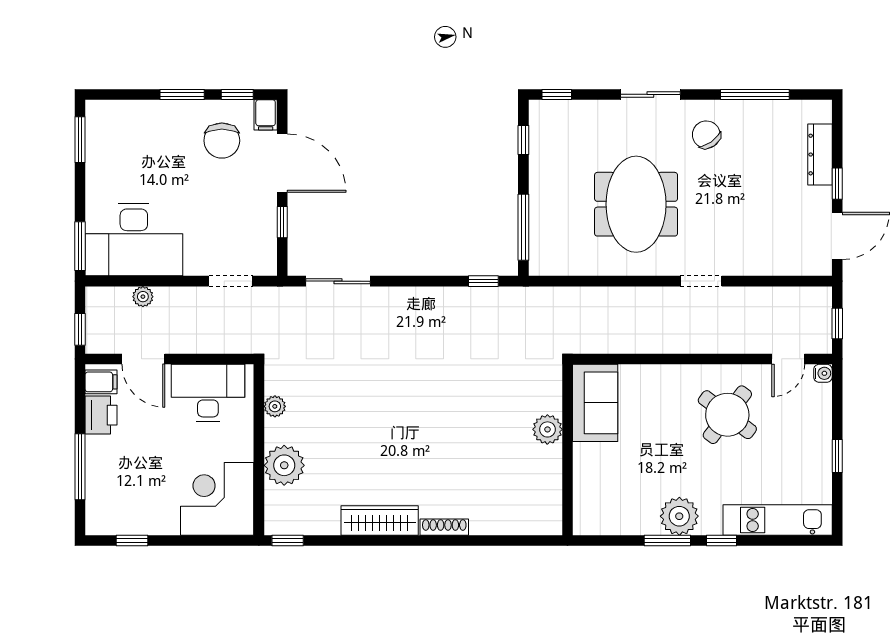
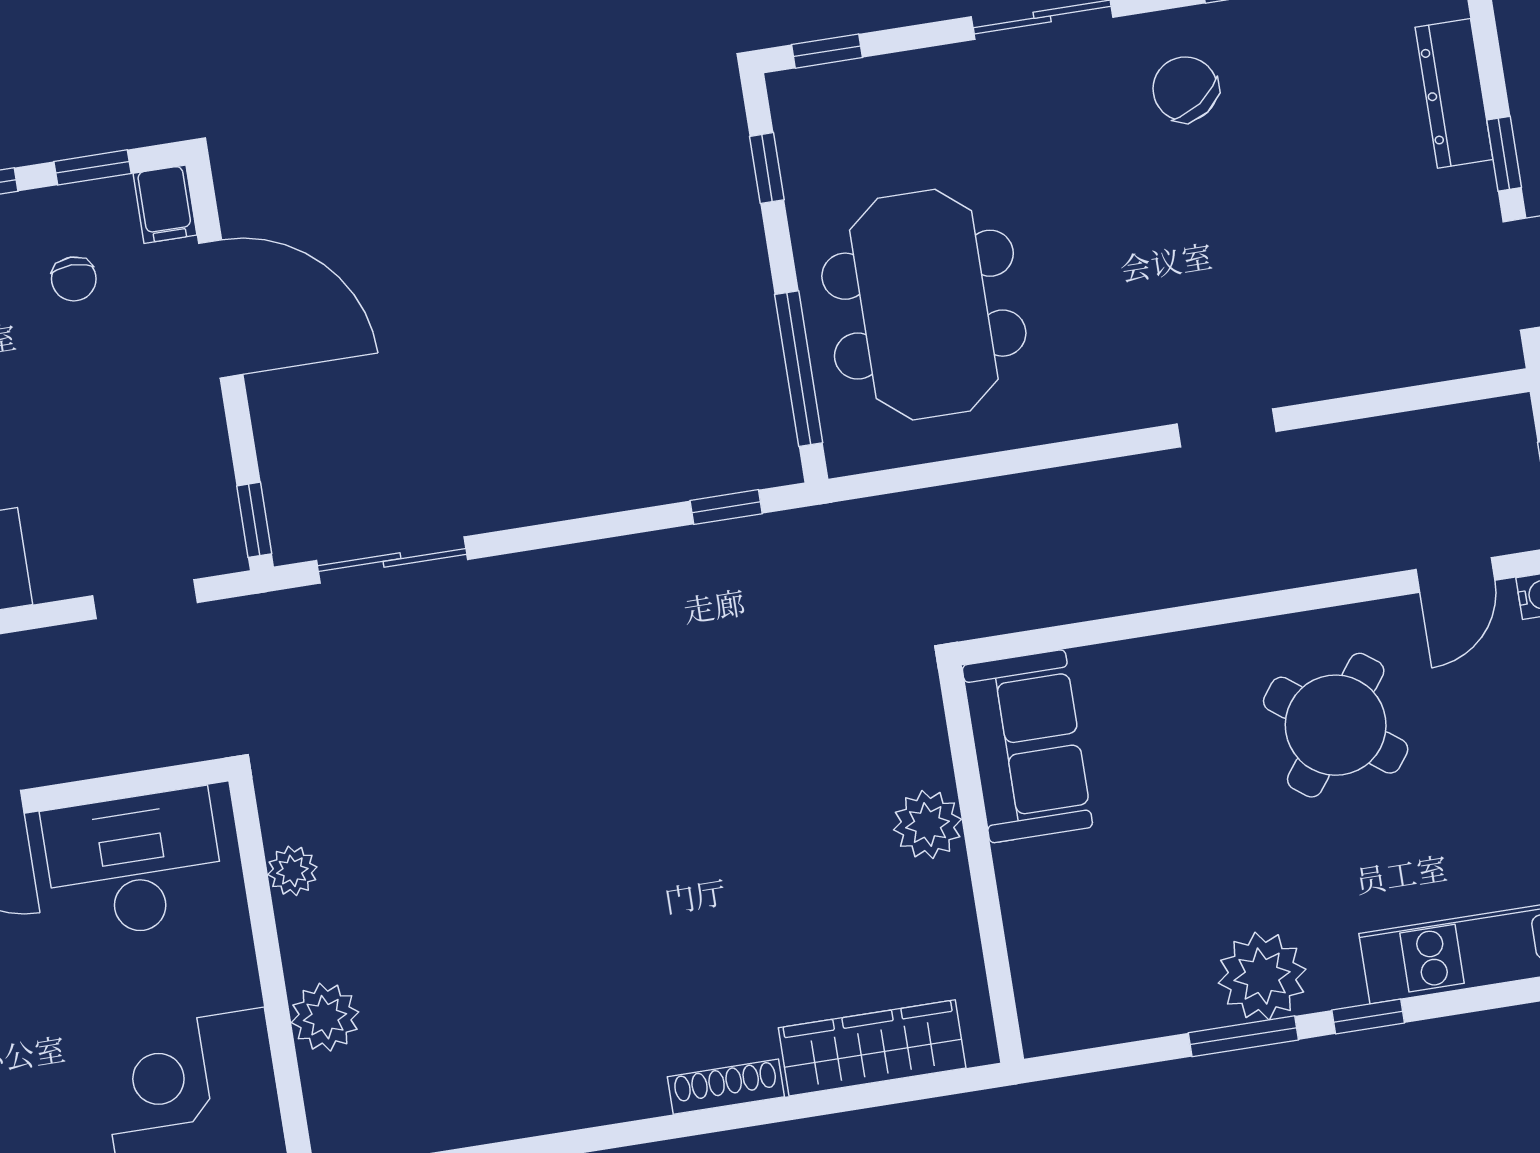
chair: (222, 141) -> (74, 279), width x0.54, depth x0.54
meeting table: (636, 204) -> (924, 305), moved
window: (282, 222) -> (254, 520), moved
plant: (284, 465) -> (325, 1017), width x0.73, depth x0.73
wardrobe: (380, 520) -> (872, 1048), moved

